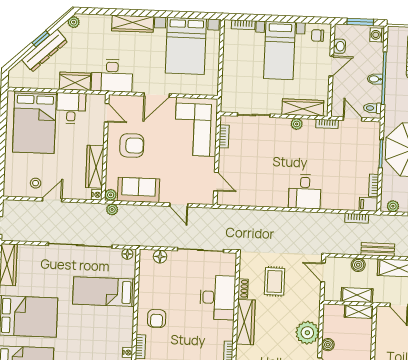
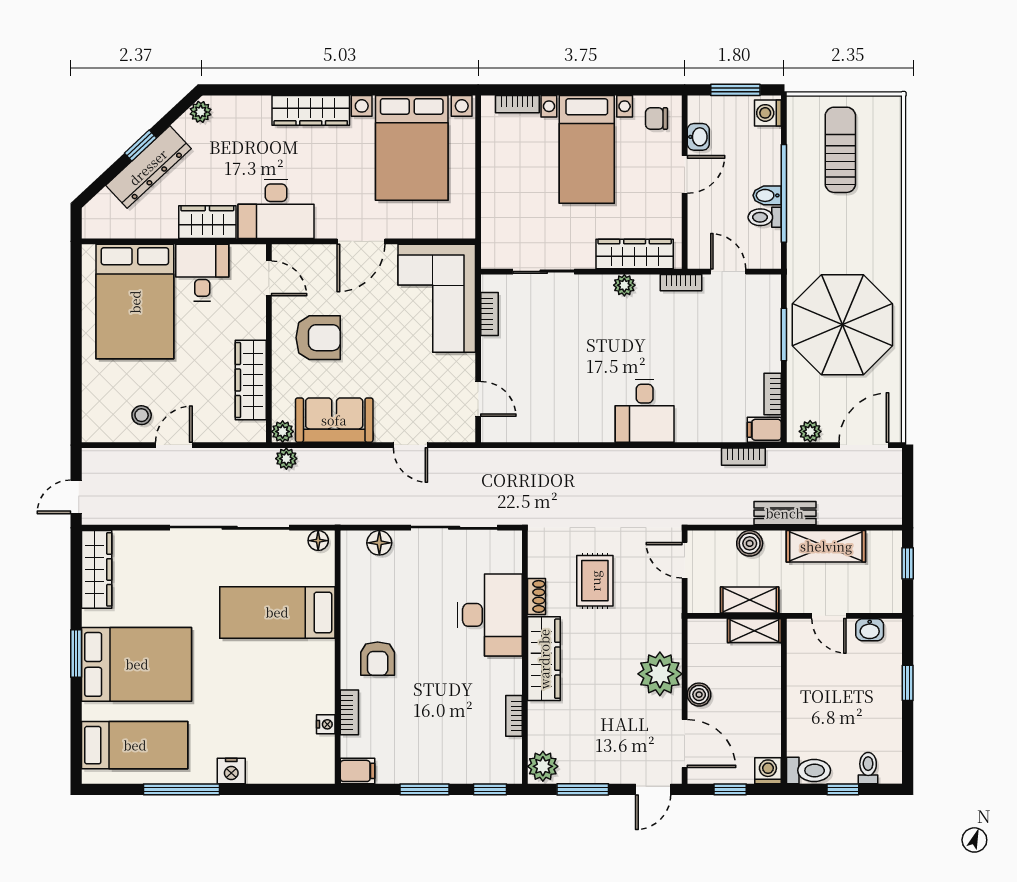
toilet: (372, 108) -> (765, 217), moved
nightstand: (97, 195) -> (257, 432), removed

